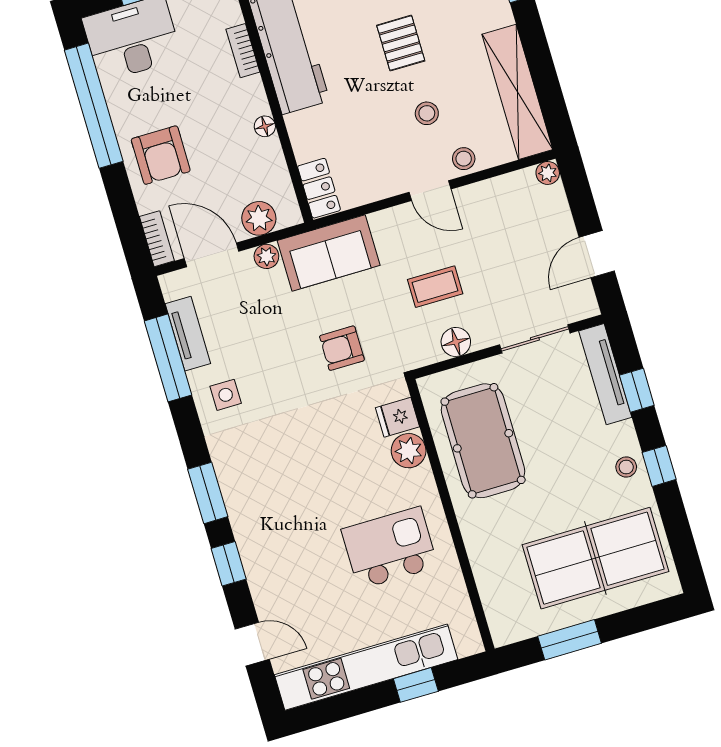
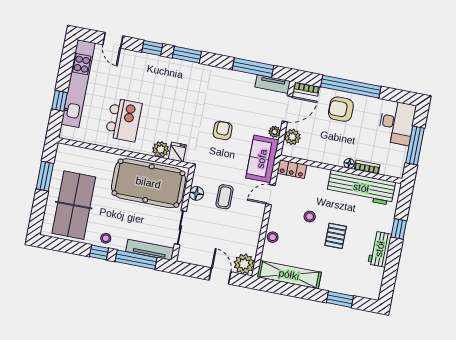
pallet: (401, 43) -> (336, 236), turned 90
window: (94, 106) -> (351, 87), moved
stool: (427, 113) -> (310, 217), moved
floor lamp: (265, 126) -> (349, 163), moved
plant: (548, 173) -> (244, 264), width x1.87, depth x1.87
door: (430, 191) -> (271, 195), moved
door: (597, 254) -> (220, 276), moved
tv unit: (188, 334) -> (273, 84), moved
armchair: (342, 348) -> (223, 130), moved
window: (637, 390) -> (136, 260), width x2.17
side table: (226, 395) -> (225, 84), removed
pool table: (483, 441) -> (148, 183), width x1.36, depth x1.32
door: (252, 644) -> (113, 40), hinge flipped

